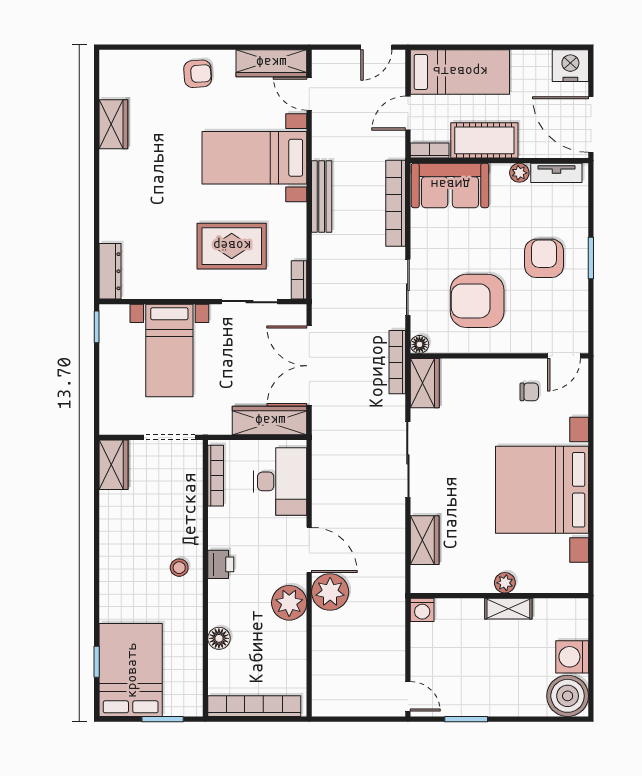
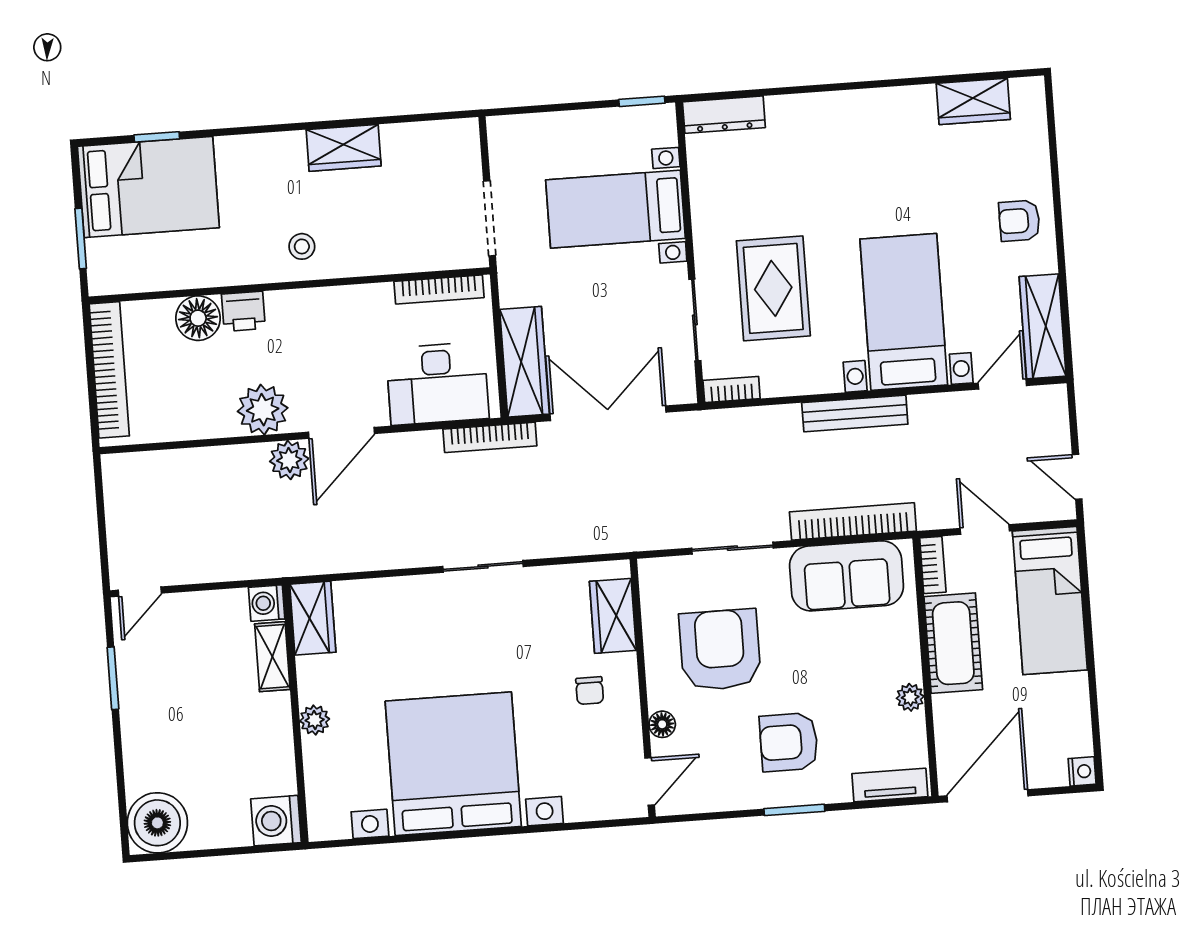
nightstand: (570, 66) -> (1082, 771), width x0.53, depth x0.56
armchair: (198, 74) -> (1019, 221), turned 94
wardrobe: (113, 124) -> (973, 101), moved
tv unit: (556, 173) -> (890, 785), moved, turned 90
sofa: (450, 185) -> (847, 576), moved, turned -90
armchair: (544, 258) -> (789, 742), turned 180
floor lamp: (419, 344) -> (662, 724), moved
door: (564, 356) -> (650, 781), swing flipped
bookcase: (397, 362) -> (490, 437), moved, turned 180
wardrobe: (425, 383) -> (613, 616), moved, turned 90
chair: (529, 392) -> (590, 691), moved
sliding door: (408, 459) -> (483, 566), width x0.73
wardrobe: (114, 465) -> (344, 148), moved
wardrobe: (425, 540) -> (313, 618), moved, turned -90
printer: (221, 564) -> (243, 311), moved
plant: (330, 592) -> (289, 460), width x0.73, depth x0.73
shelving: (508, 609) -> (272, 657), moved
floor lamp: (219, 638) -> (198, 318), width x1.38, depth x1.38
washing machine: (572, 657) -> (276, 821), moved, turned -90

